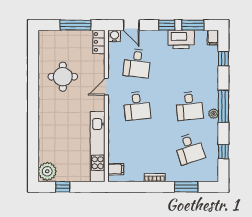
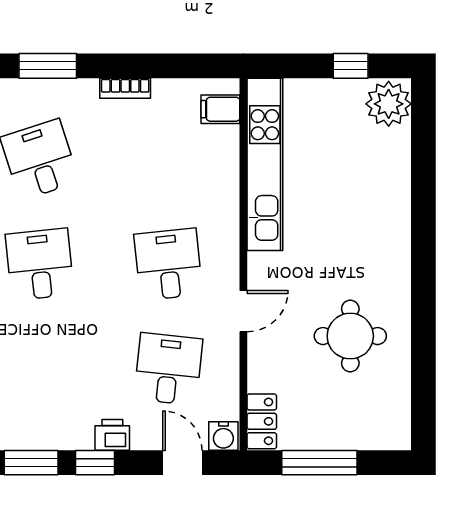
printer: (181, 39) -> (112, 435), moved, width x0.53, depth x0.68

